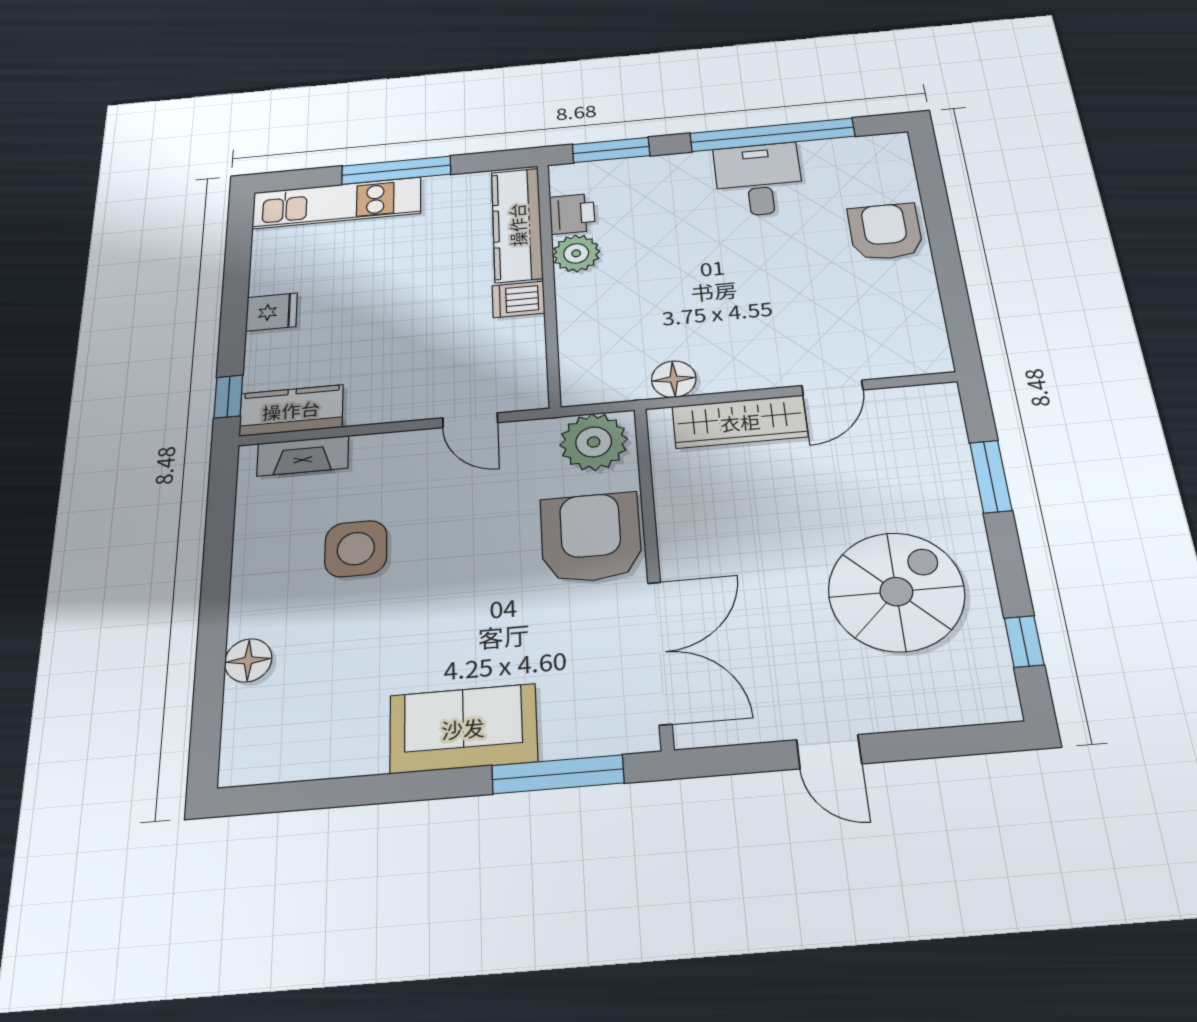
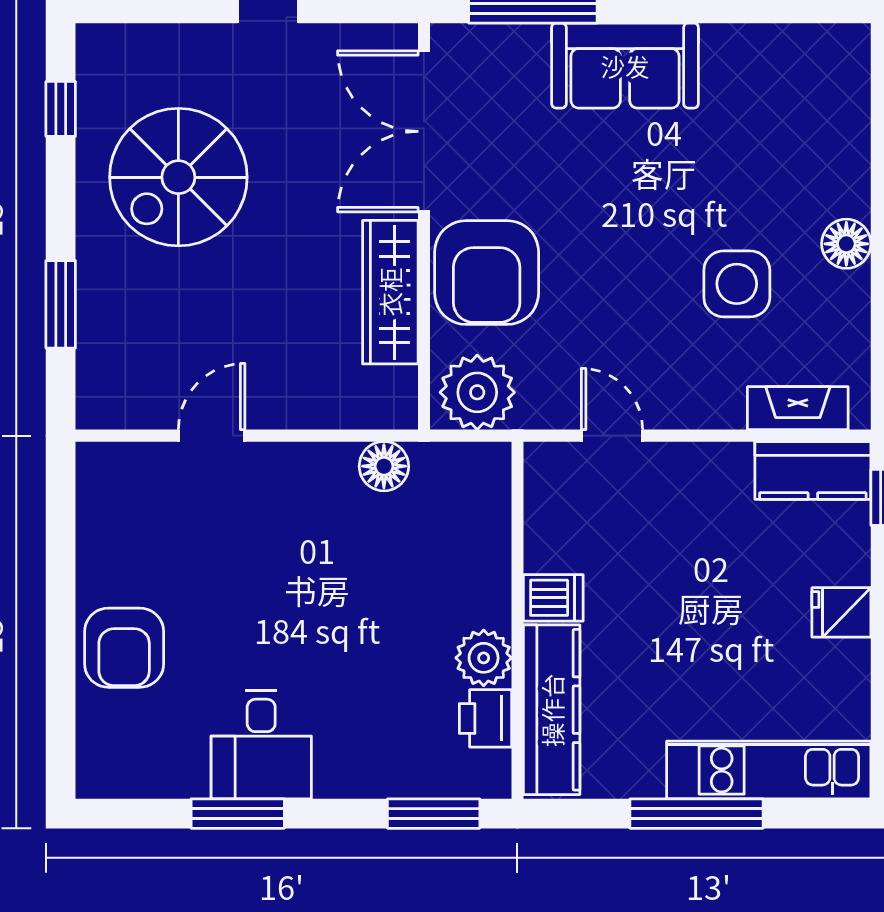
window: (772, 135) -> (238, 814), width x0.47
wardrobe: (740, 422) -> (390, 292), moved, turned -90
floor lamp: (248, 660) -> (846, 244), moved

